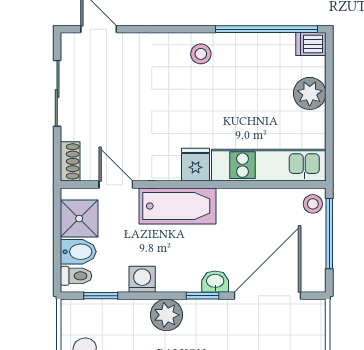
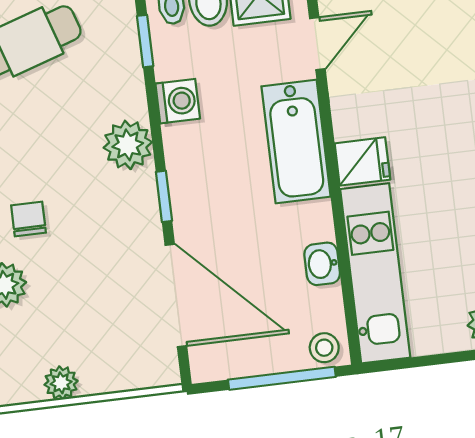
washbasin: (215, 282) -> (322, 264), moved, turned 180

